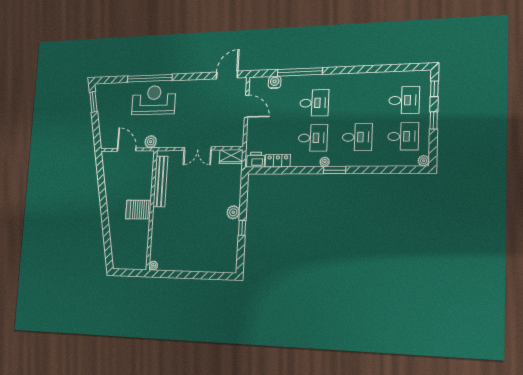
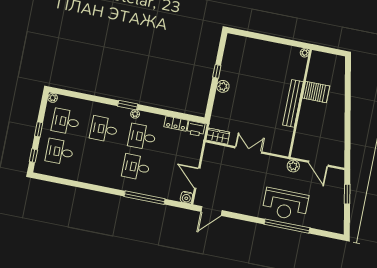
water cooler: (275, 82) -> (186, 197), moved
window: (93, 102) -> (347, 194), moved
bench: (160, 181) -> (293, 103), moved
server rack: (138, 210) -> (316, 92), moved

